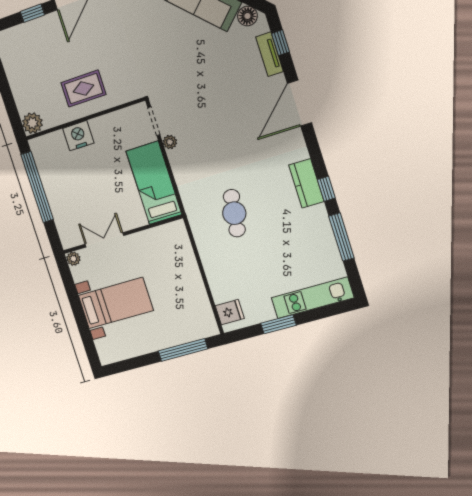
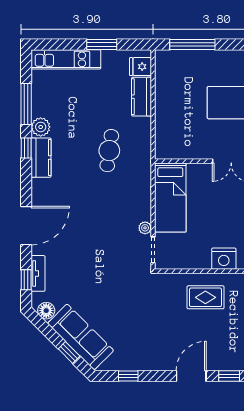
plant: (317, 217) -> (41, 127), added
kitchen counter: (218, 281) -> (142, 97), added

